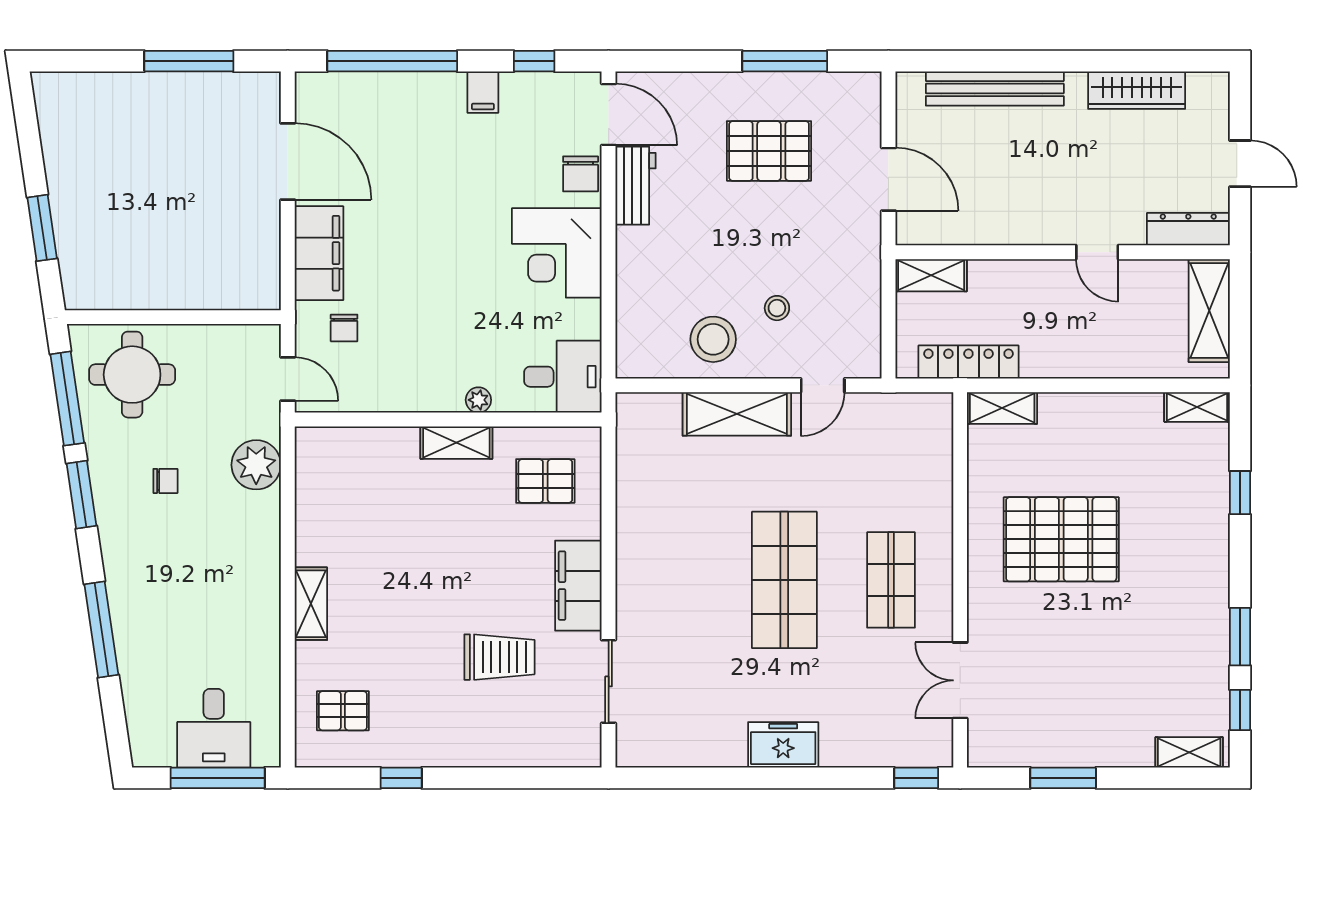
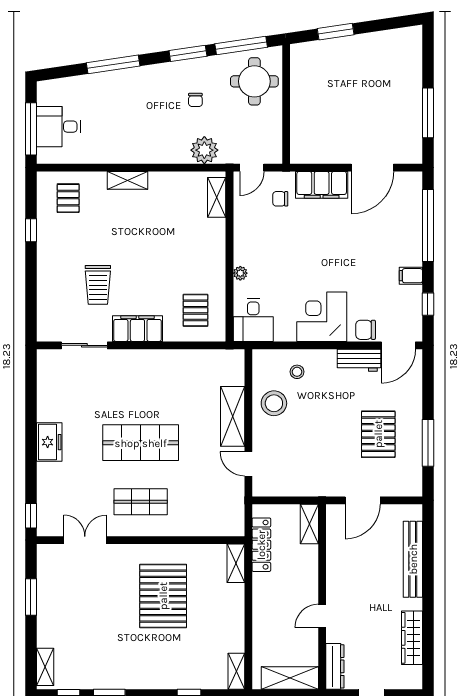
stool: (777, 308) -> (297, 372), moved
shelving: (456, 443) -> (217, 197), moved

